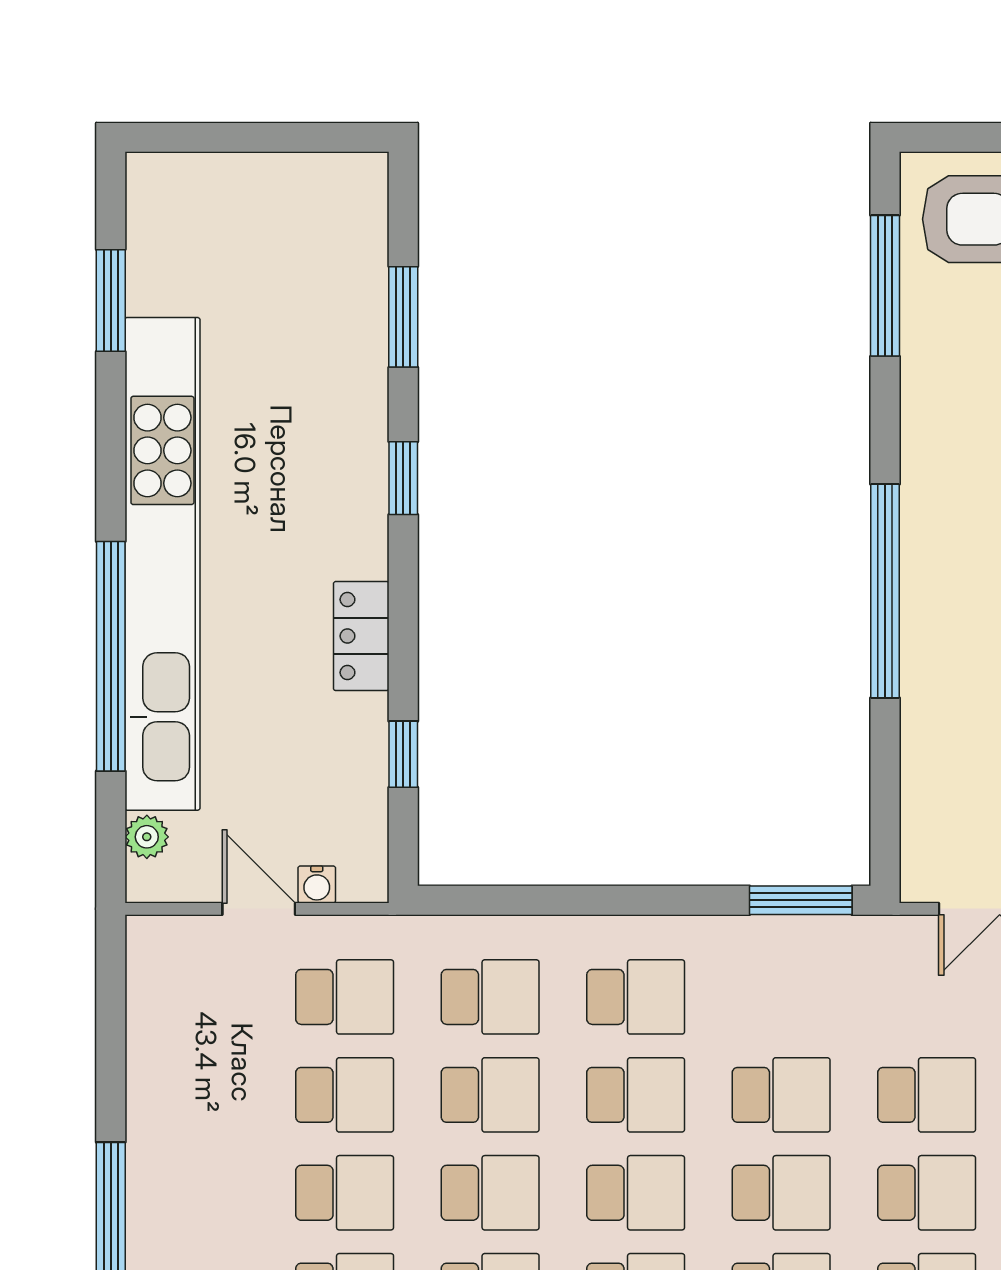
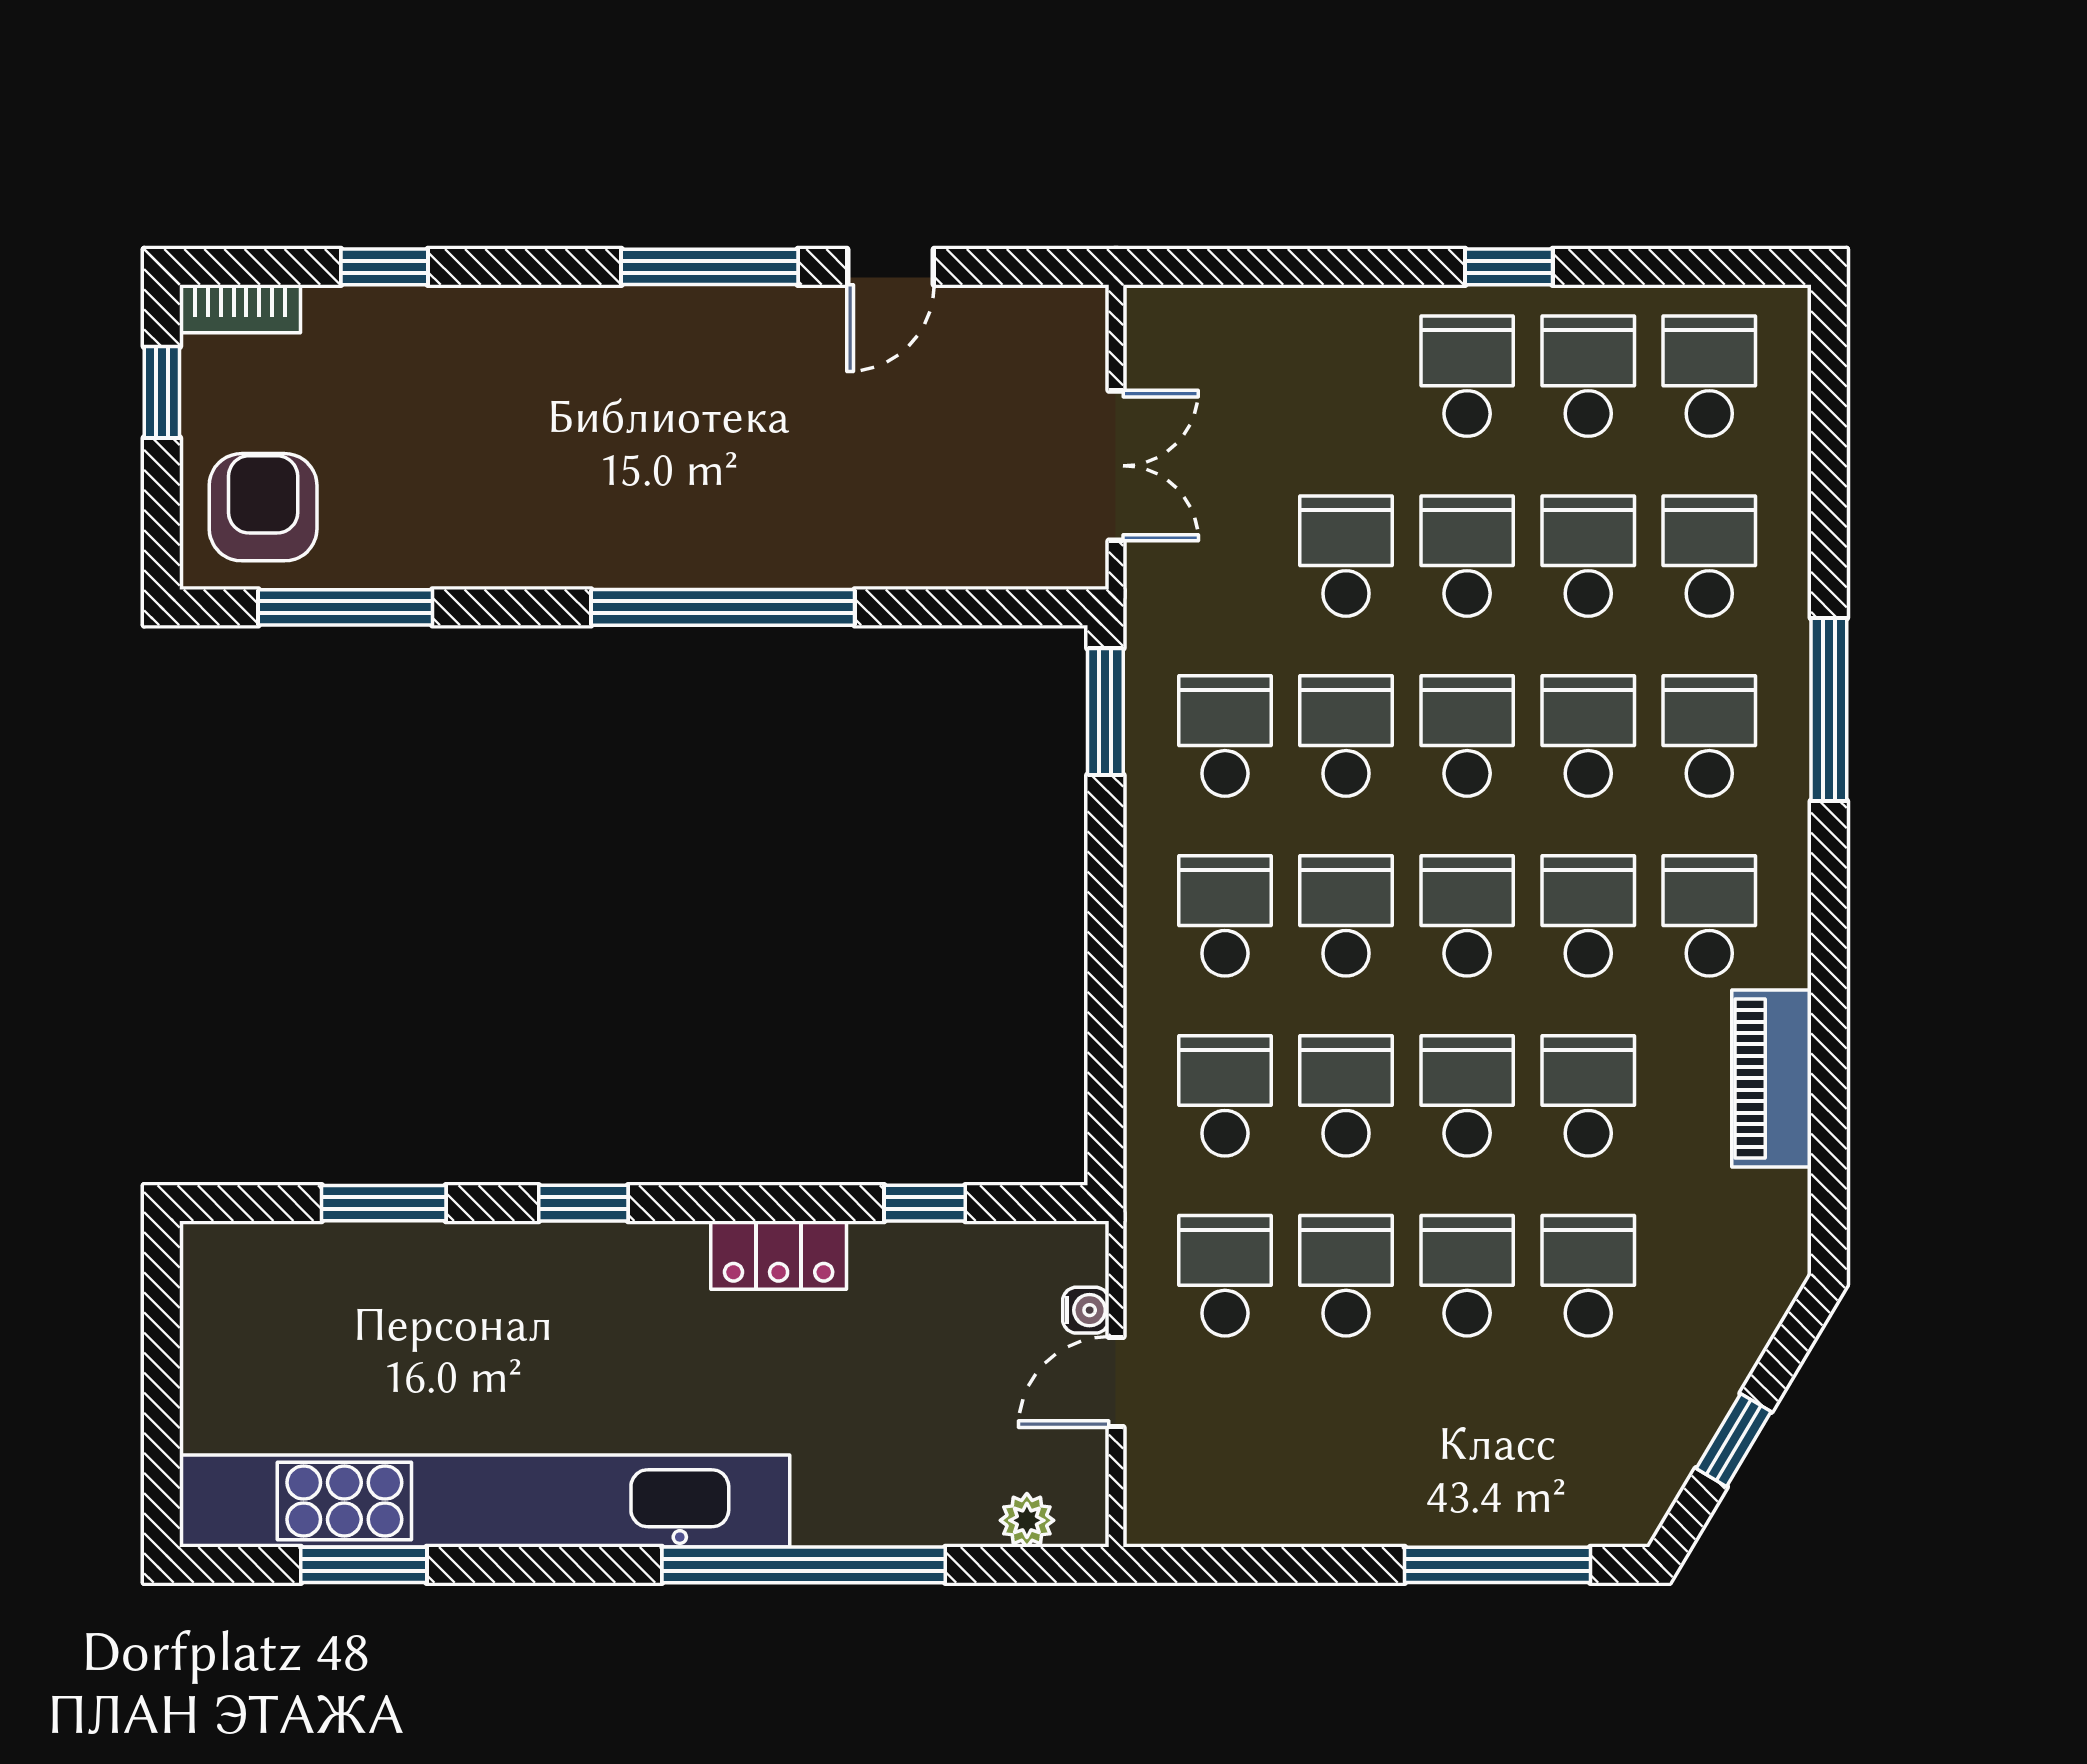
kitchen unit: (162, 564) -> (485, 1501), moved
school desk: (781, 997) -> (1225, 736), added

